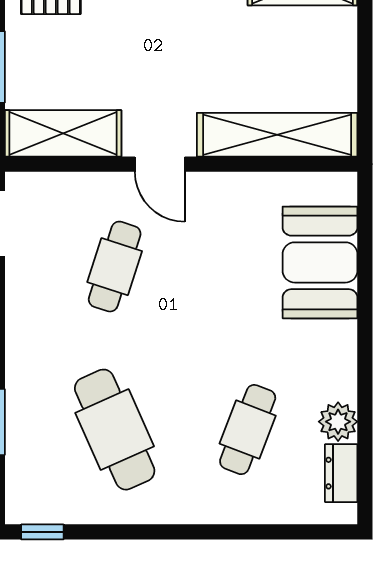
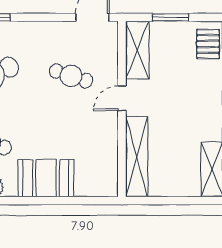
booth: (320, 262) -> (46, 178), moved

